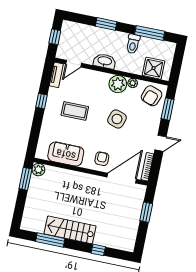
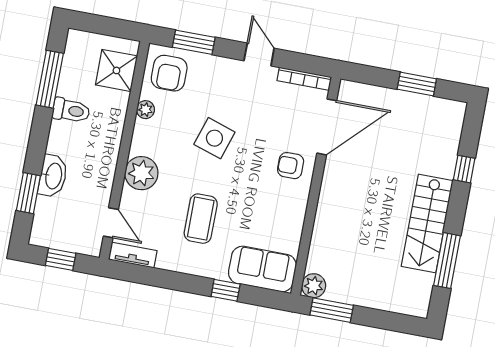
window: (106, 24) -> (28, 193), moved
washbasin: (105, 61) -> (53, 176), moved, turned 180
plant: (118, 84) -> (141, 173), moved
armchair: (152, 96) -> (169, 73), turned 70
window: (42, 101) -> (226, 290), moved
sofa: (66, 154) -> (262, 269), moved, turned 90
door: (122, 178) -> (327, 127), swing flipped
window: (146, 212) -> (417, 84), moved

